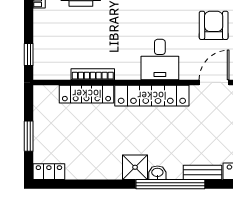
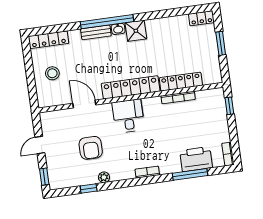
door: (214, 82) -> (84, 104), swing flipped
bench: (202, 172) -> (96, 32), moved

